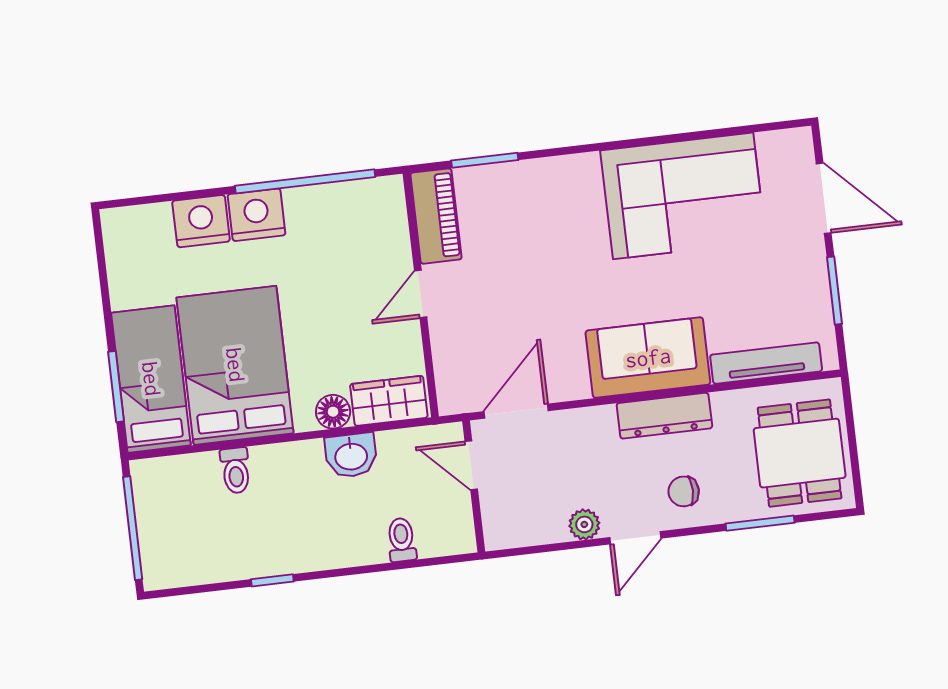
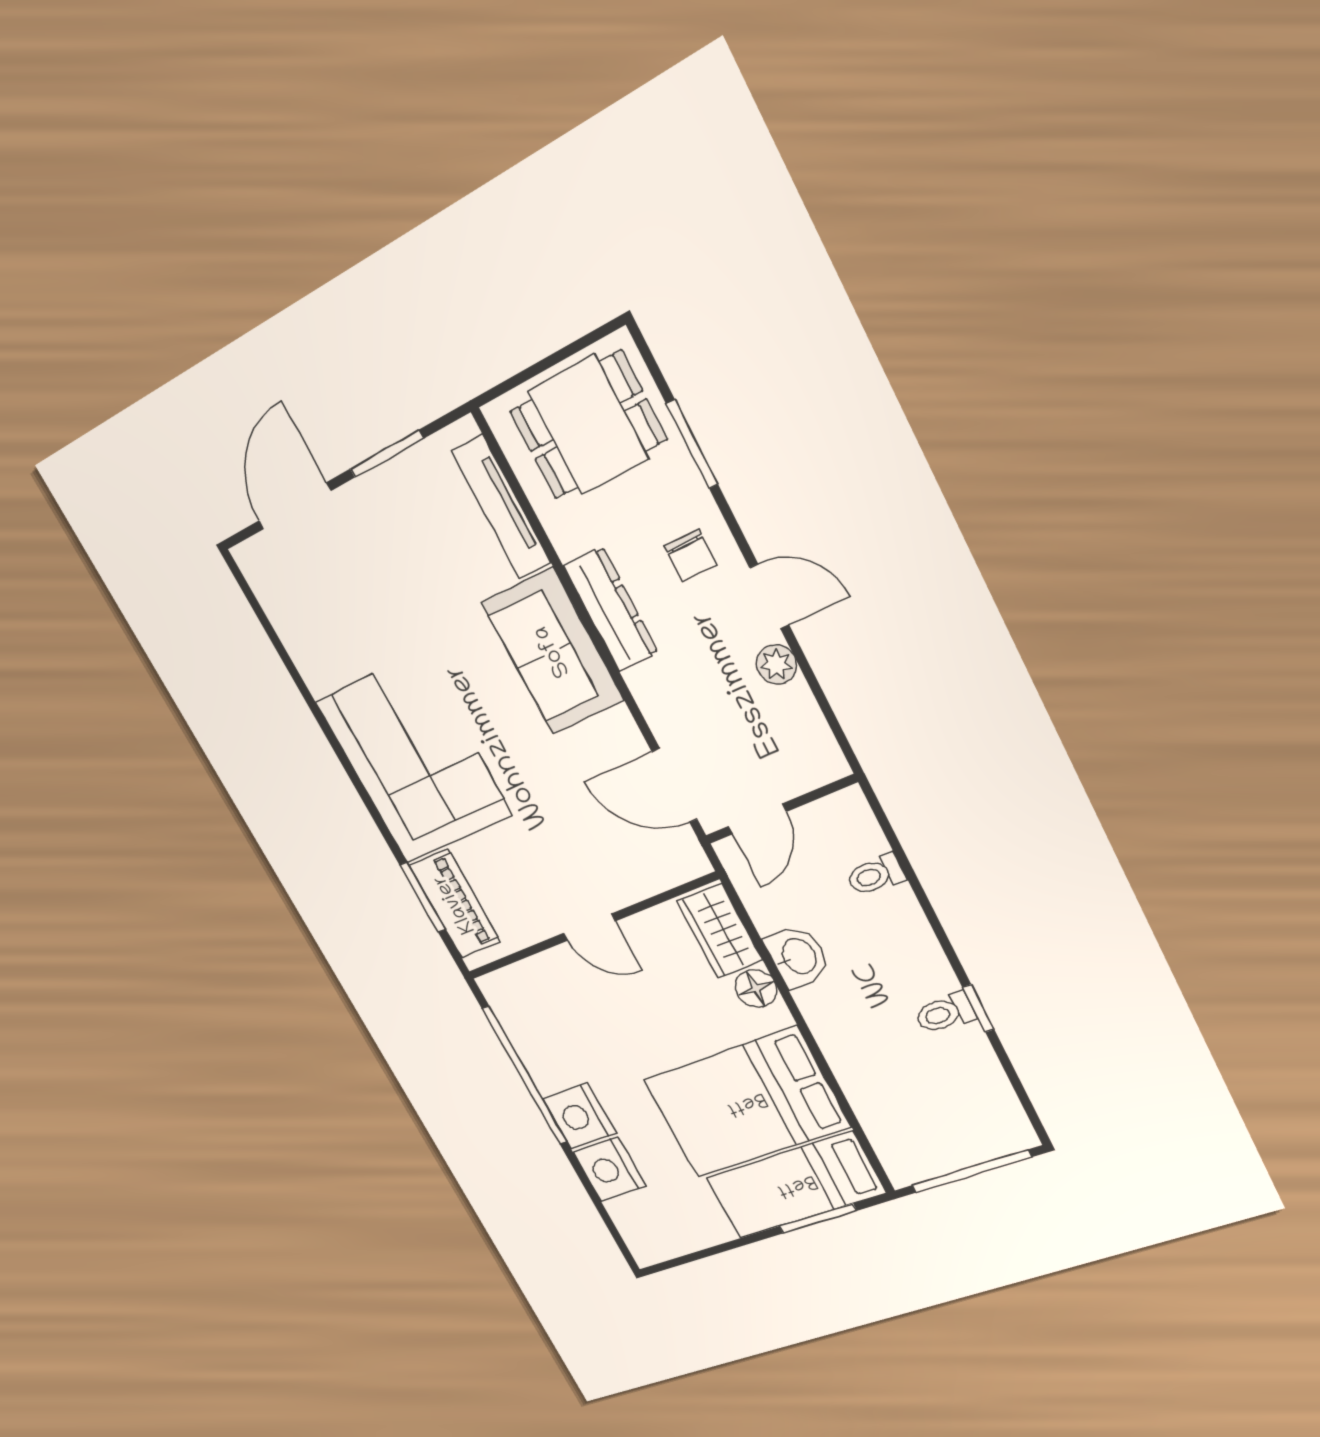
corner sofa: (683, 196) -> (414, 759), moved
piano: (436, 216) -> (455, 904), moved, turned 90
toilet: (236, 470) -> (945, 1013), moved, turned 180

